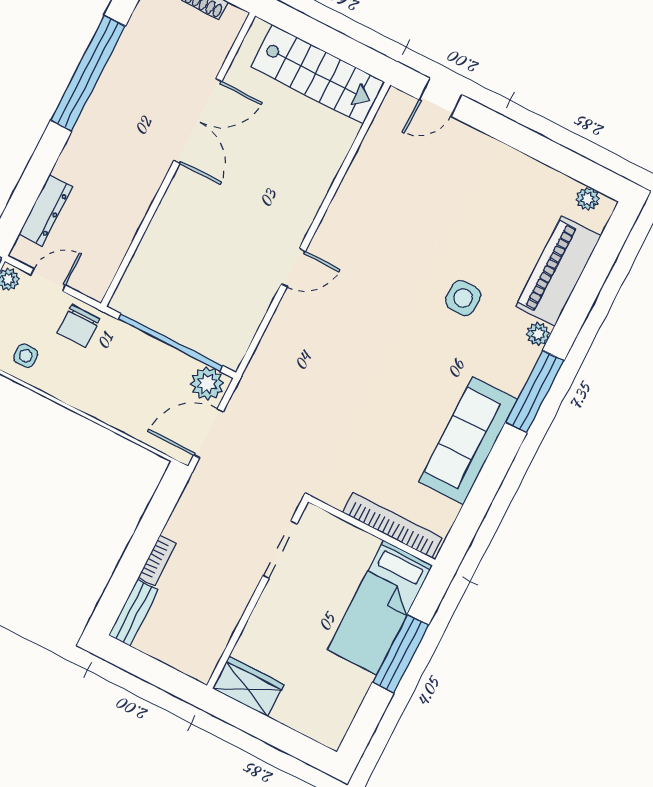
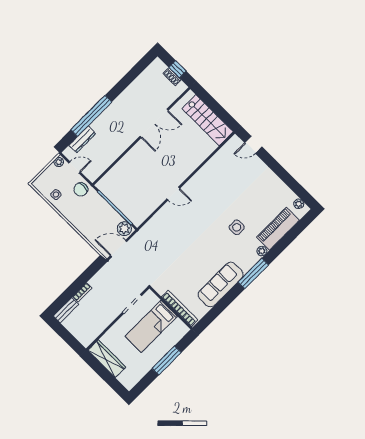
window: (88, 73) -> (91, 116), moved
bed: (380, 607) -> (151, 326), moved
wardrobe: (248, 687) -> (107, 359), width x1.50

